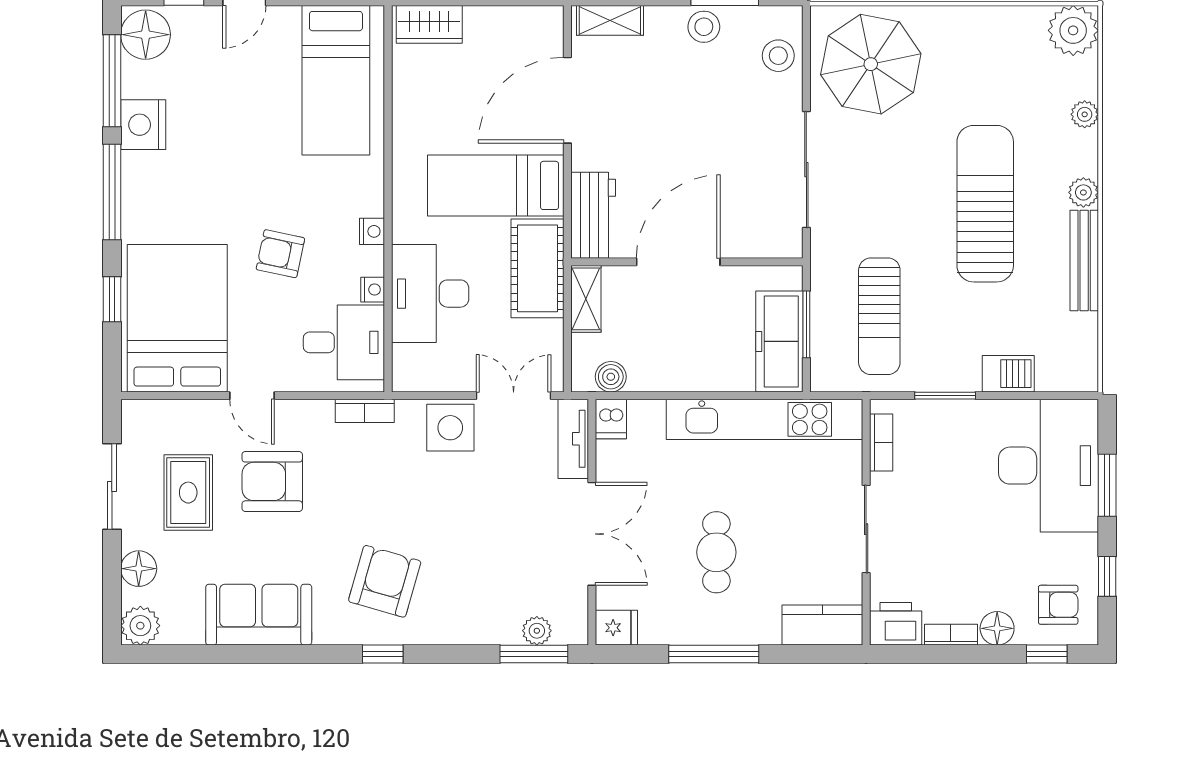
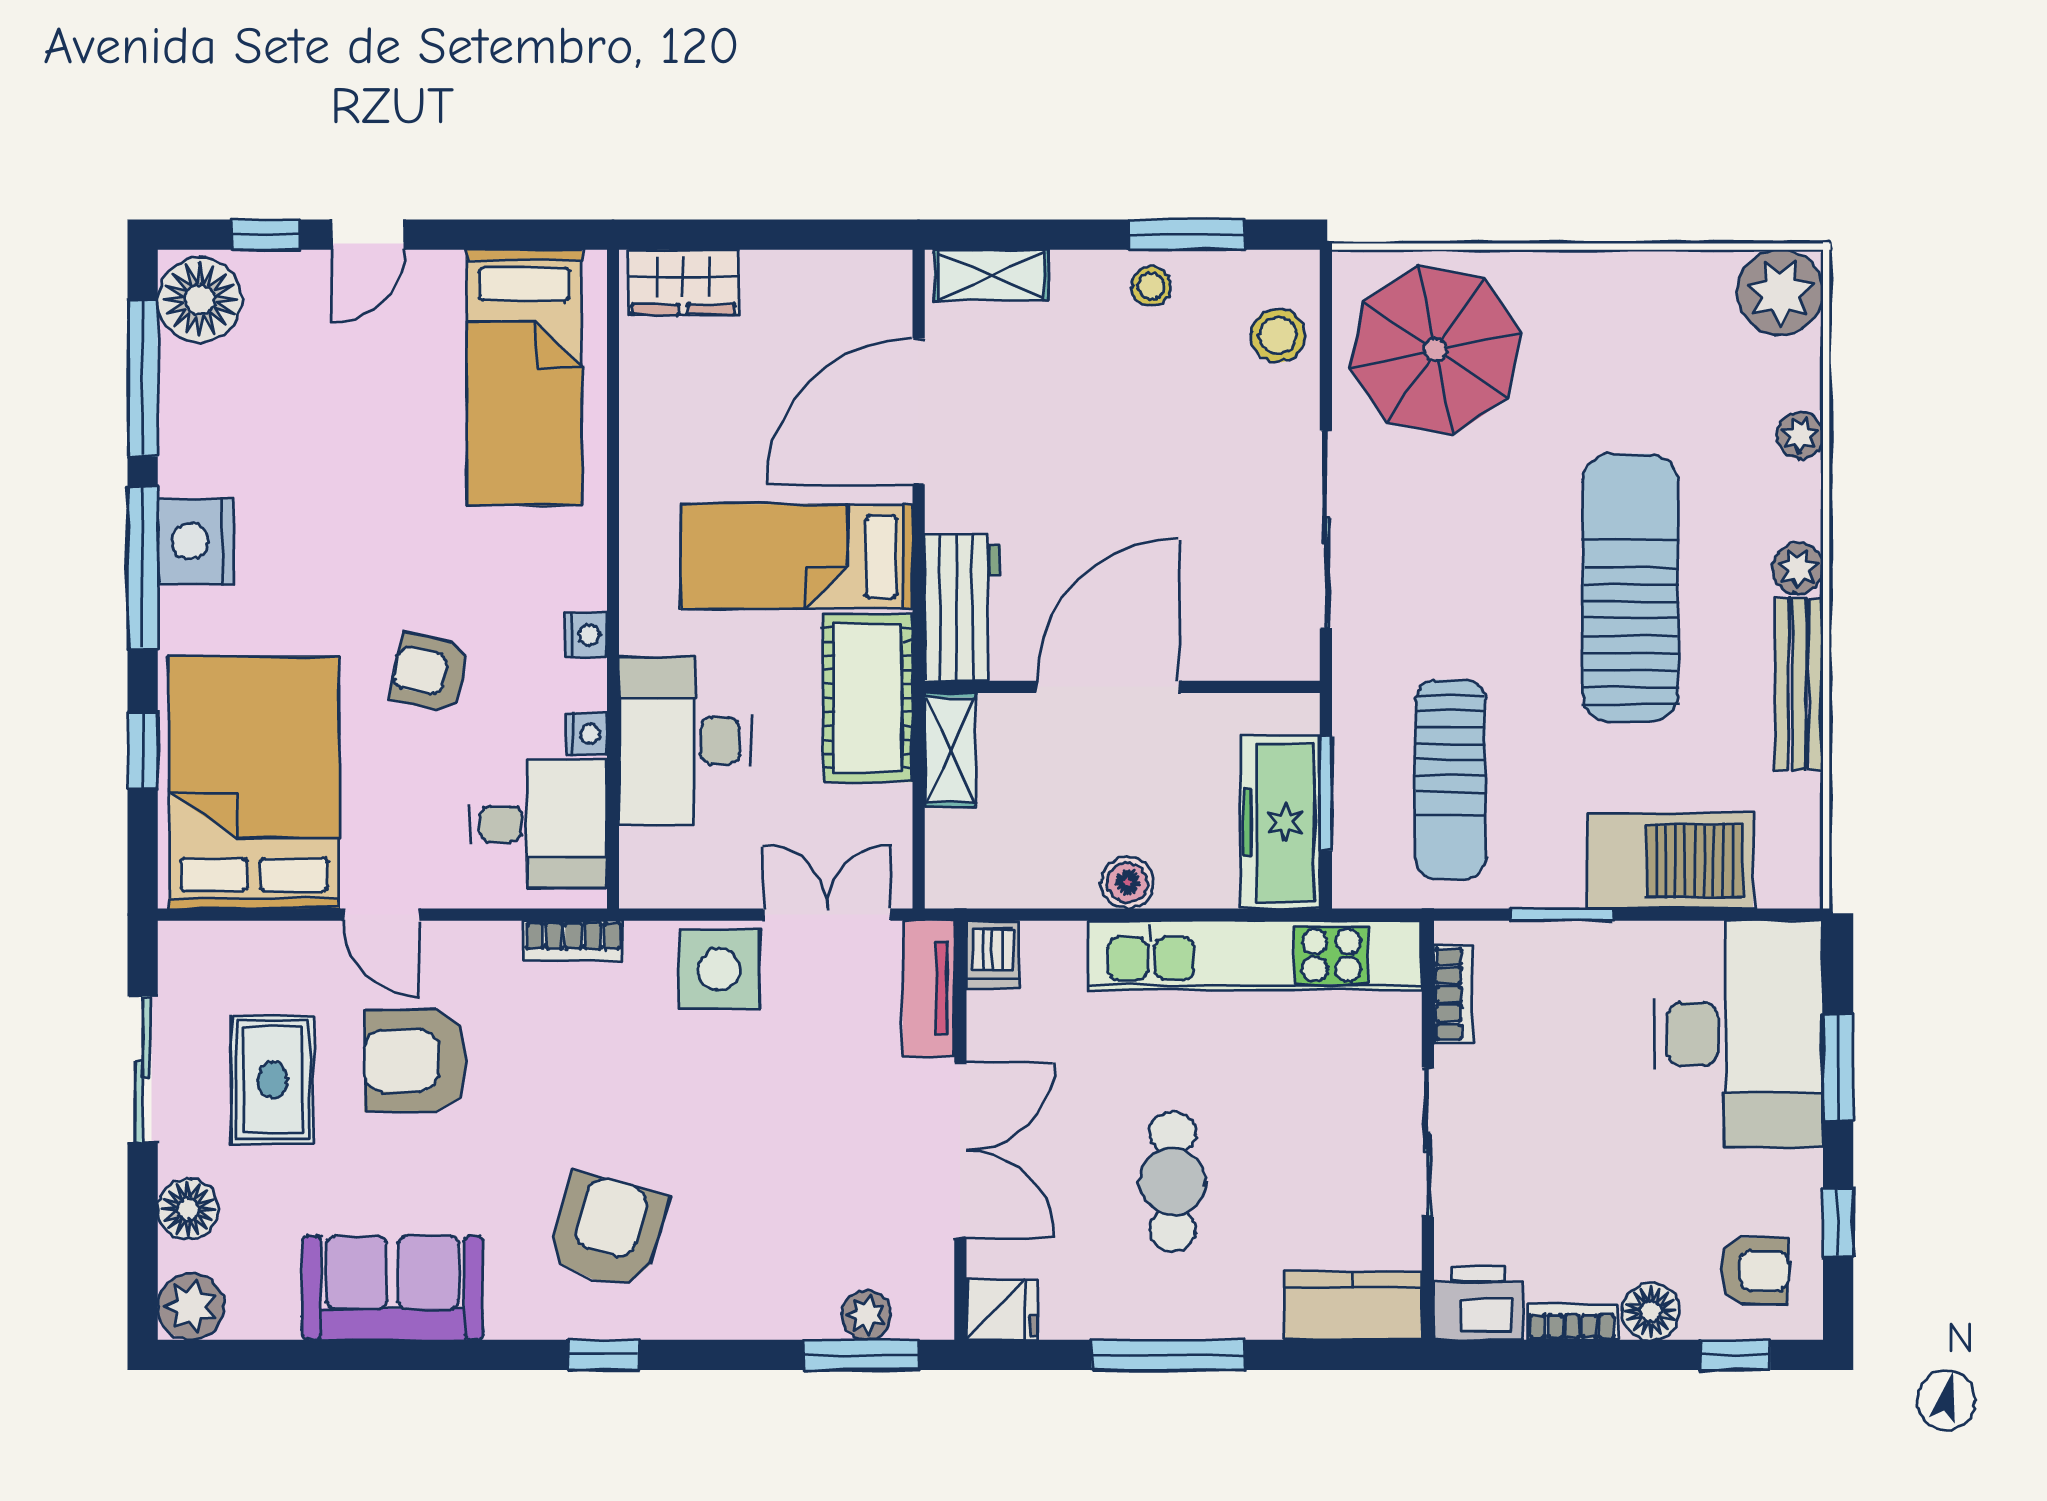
stool: (704, 27) -> (1151, 286), width x0.73, depth x0.73
nightstand: (143, 125) -> (196, 541), moved
barbecue: (1008, 374) -> (1670, 861), width x1.88, depth x1.53
boiler: (611, 377) -> (1127, 882), moved

